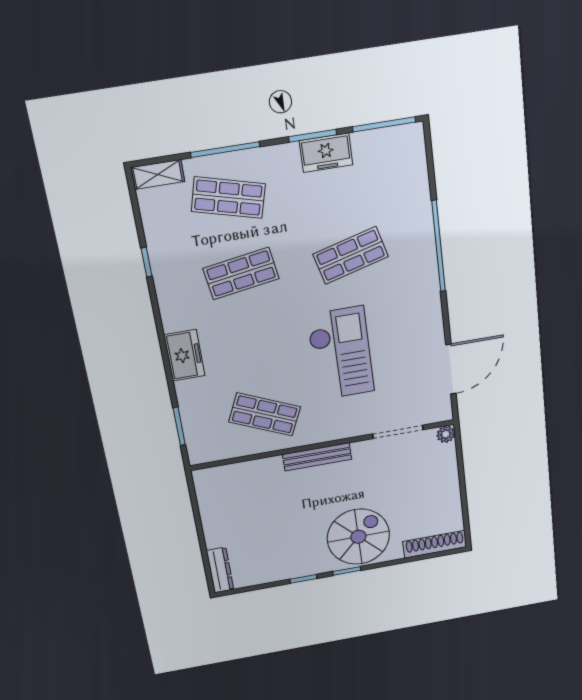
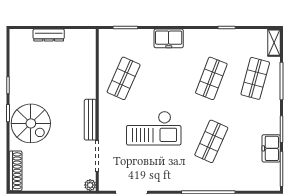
freezer: (326, 153) -> (271, 148), moved
shop shelf: (351, 255) -> (211, 141), turned 39
shop shelf: (241, 273) -> (211, 78), turned 30
bench: (317, 457) -> (90, 120), moved
dresser: (220, 570) -> (49, 35), moved

